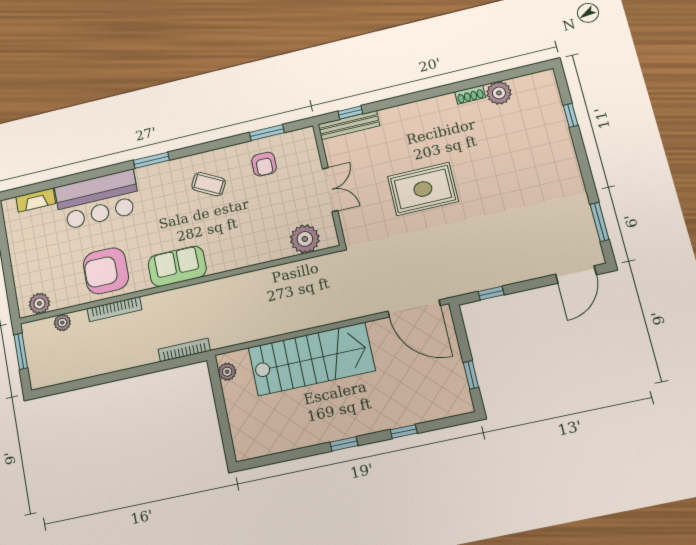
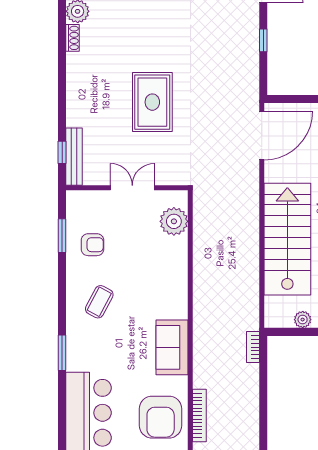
window: (491, 293) -> (263, 40), moved
bookcase: (184, 350) -> (253, 347), width x0.64
plant: (227, 372) -> (303, 320), moved

